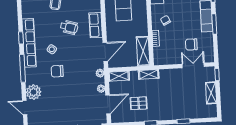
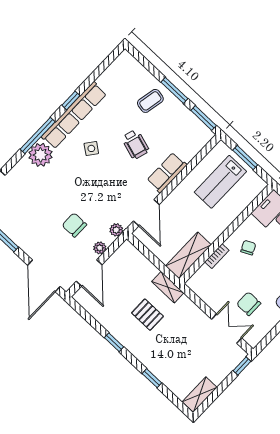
door: (105, 52) -> (146, 213), hinge flipped
chair: (57, 71) -> (74, 225), moved
shelving: (119, 76) -> (133, 255), removed
plant: (34, 92) -> (40, 155), moved
shelving: (211, 93) -> (200, 395), moved
pallet: (139, 103) -> (147, 315), moved
door: (108, 104) -> (89, 273), hinge flipped

